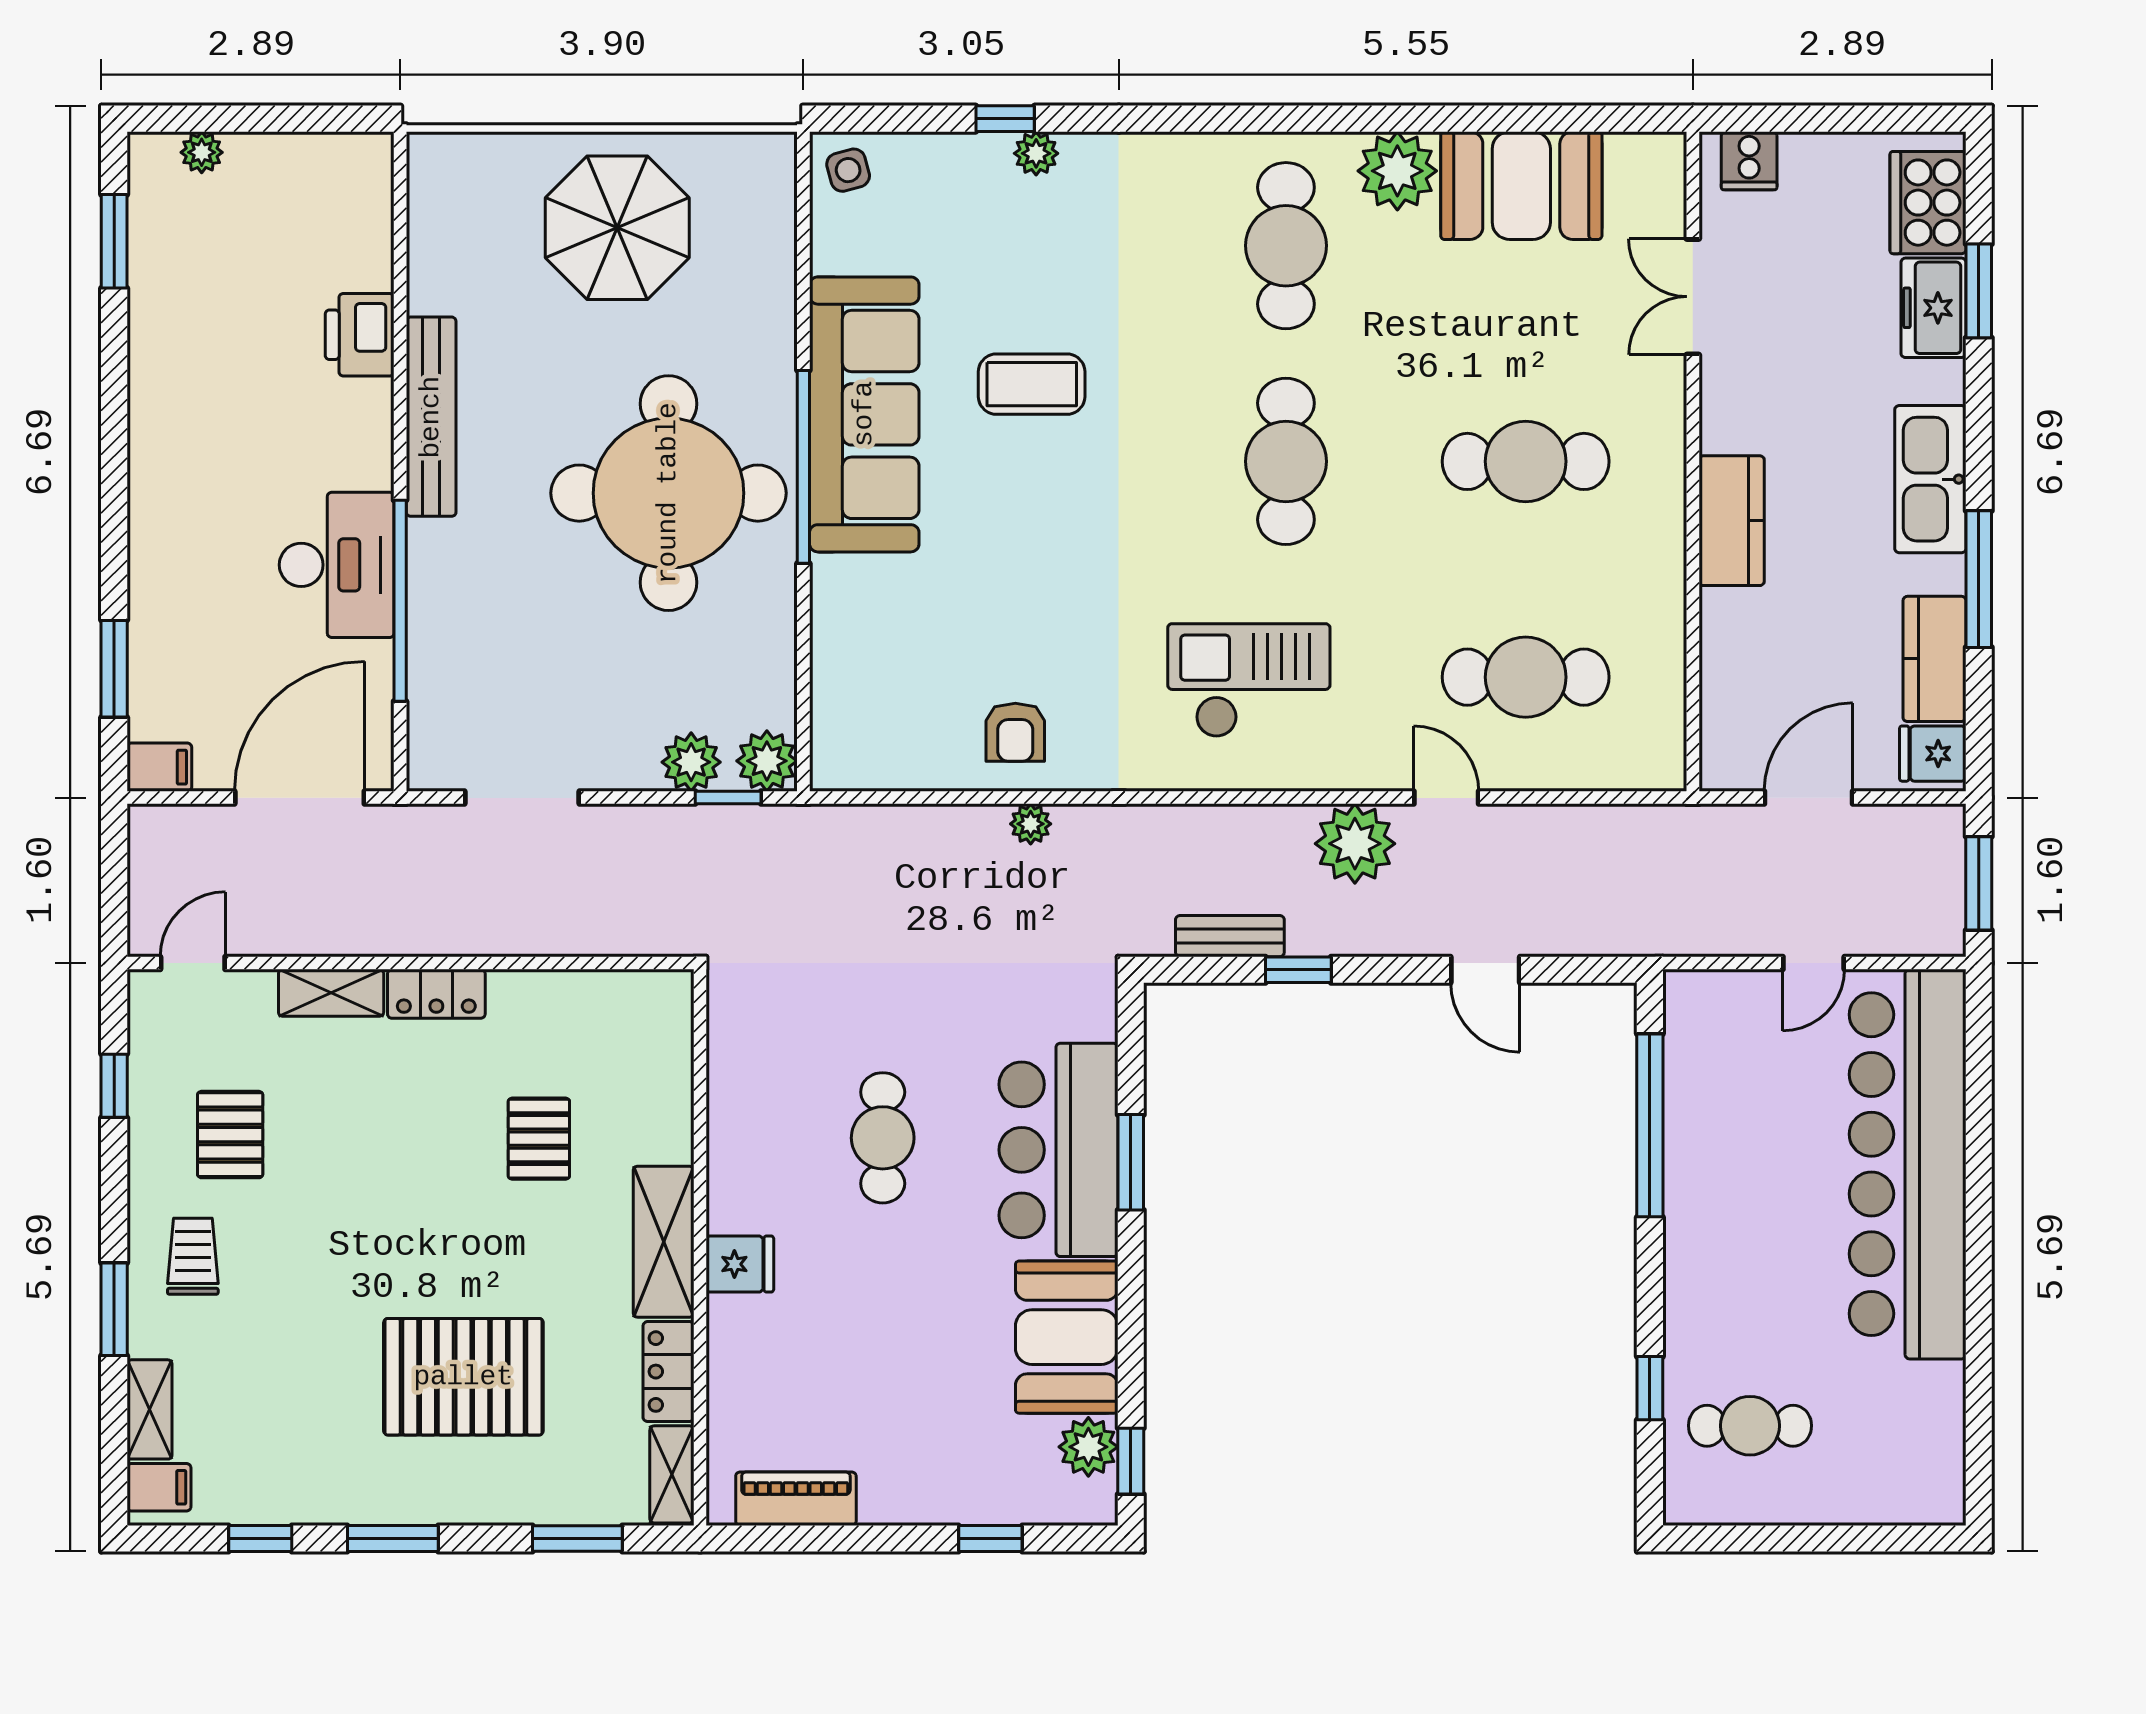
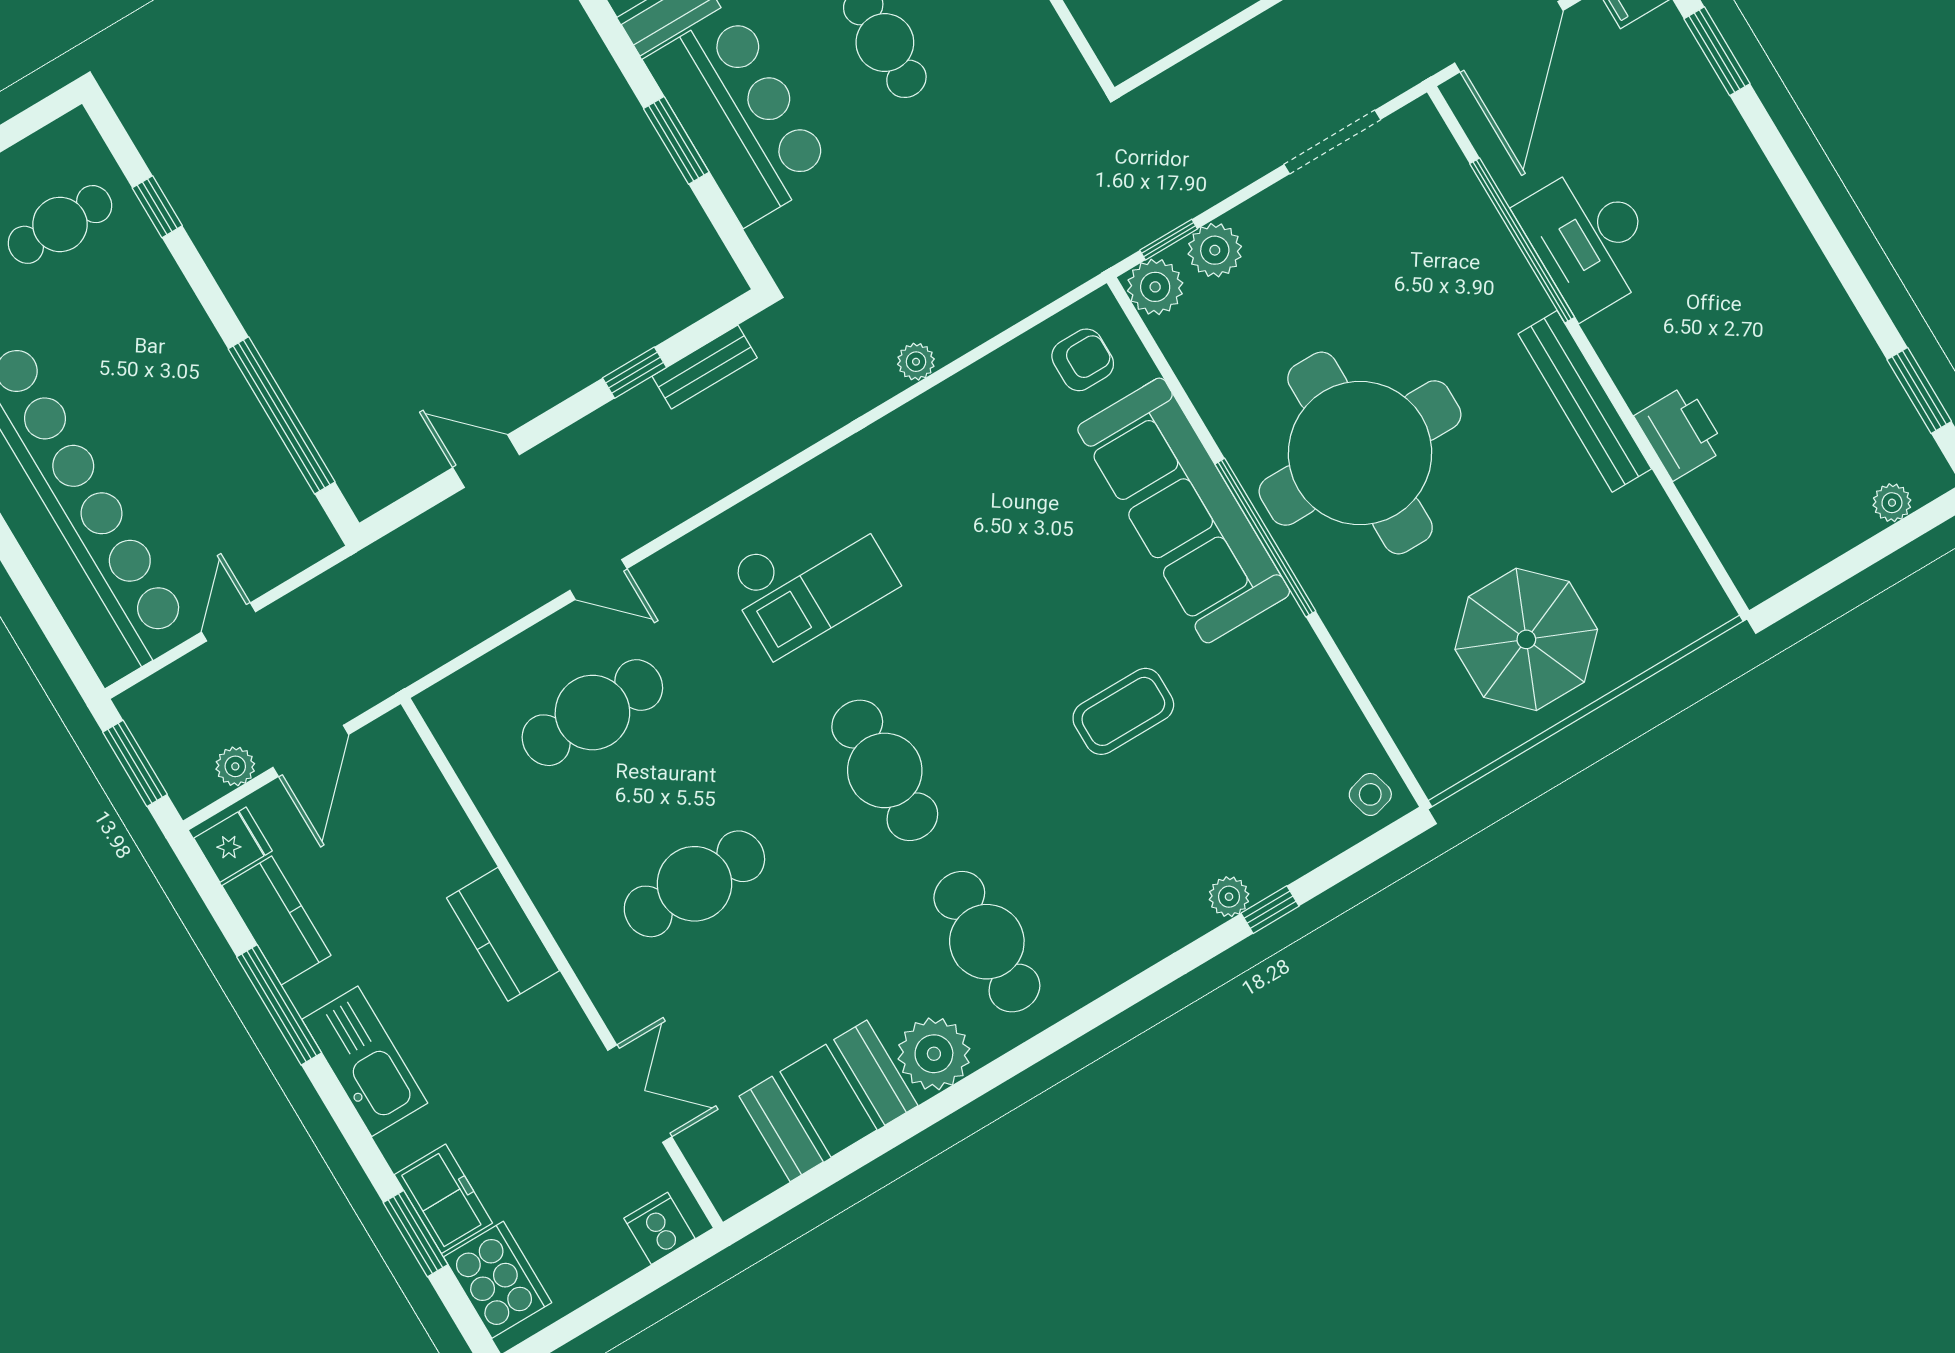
sofa: (864, 414) -> (1184, 510), moved
armchair: (1015, 732) -> (1083, 360), moved, turned 90
plant: (1355, 844) -> (235, 766), moved, width x0.53, depth x0.53

